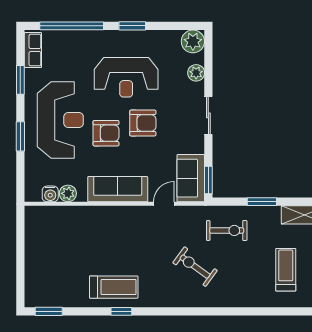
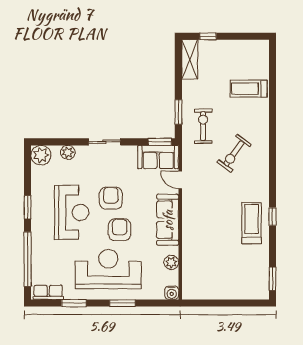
water cooler: (50, 194) -> (172, 293), moved, turned 90
window: (262, 202) -> (178, 112), moved
treadmill: (286, 270) -> (249, 89), moved

